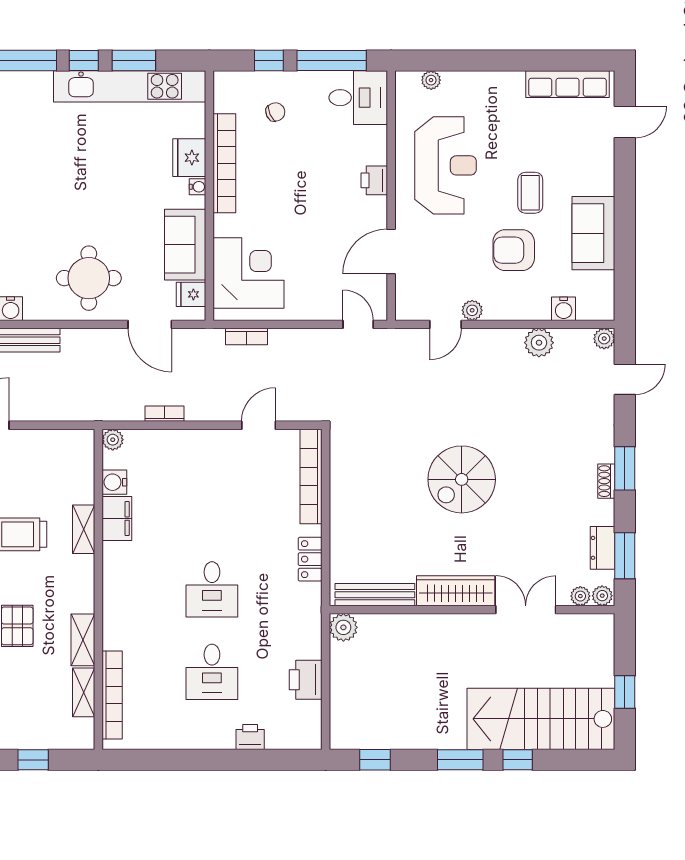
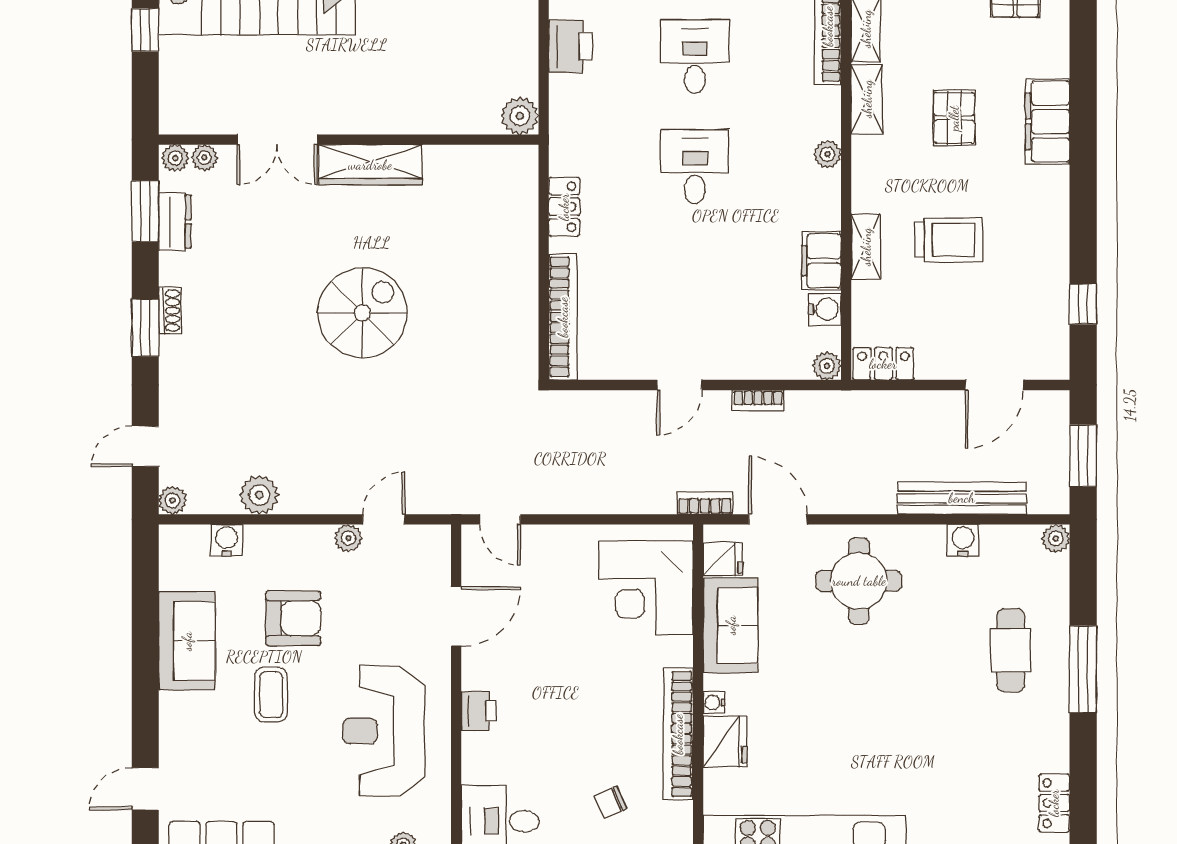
bookcase: (247, 336) -> (705, 503), moved
door: (259, 425) -> (679, 385), moved
locker: (70, 441) -> (883, 364), added
bench: (375, 595) -> (478, 159), removed
plant: (112, 599) -> (827, 154), added

